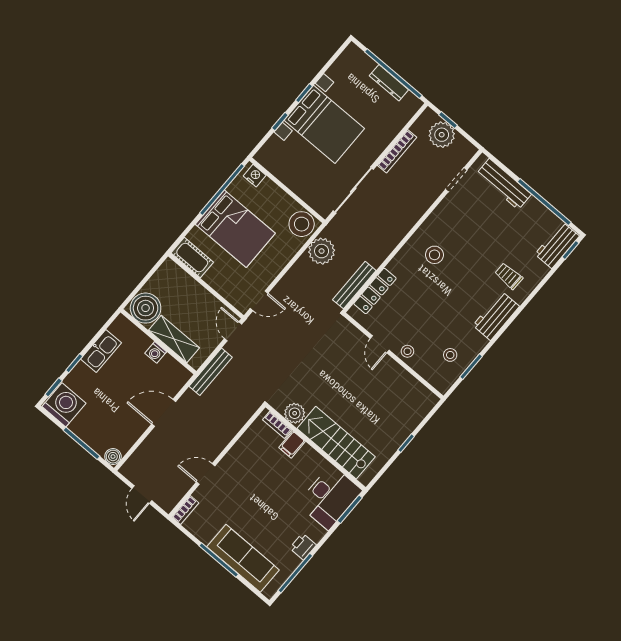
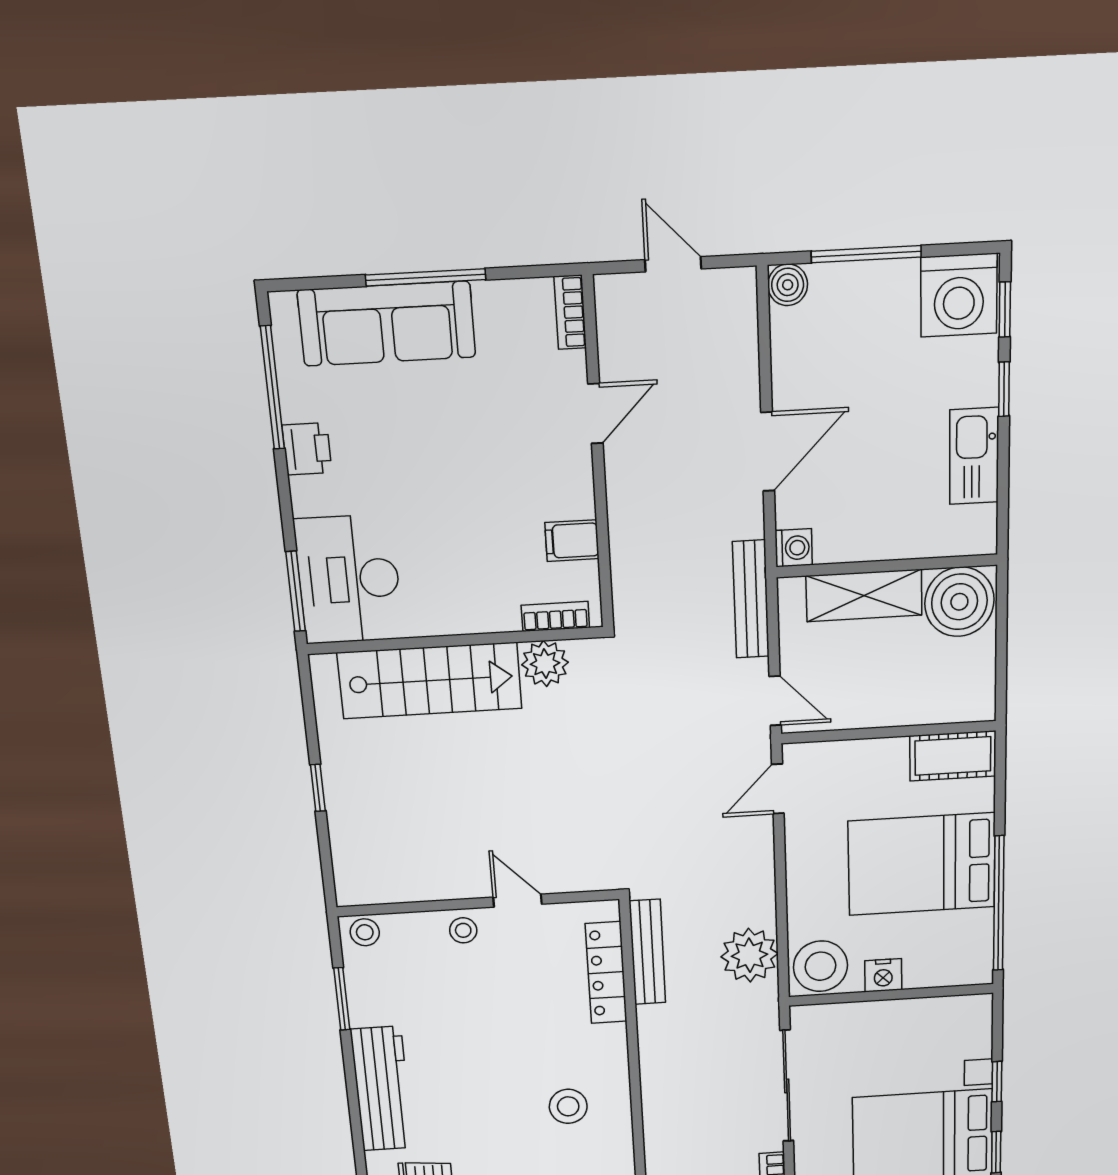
nightstand: (255, 176) -> (883, 975), moved
workbench: (496, 316) -> (382, 1089), width x1.38
washing machine: (156, 352) -> (794, 548), moved, turned 90
stool: (450, 355) -> (365, 932), moved
filing cabinet: (292, 444) -> (572, 541), moved, turned -90

